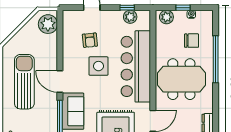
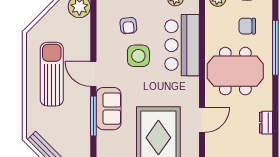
chair: (192, 41) -> (247, 26), turned 180
bar counter: (136, 66) -> (182, 45), width x0.73

